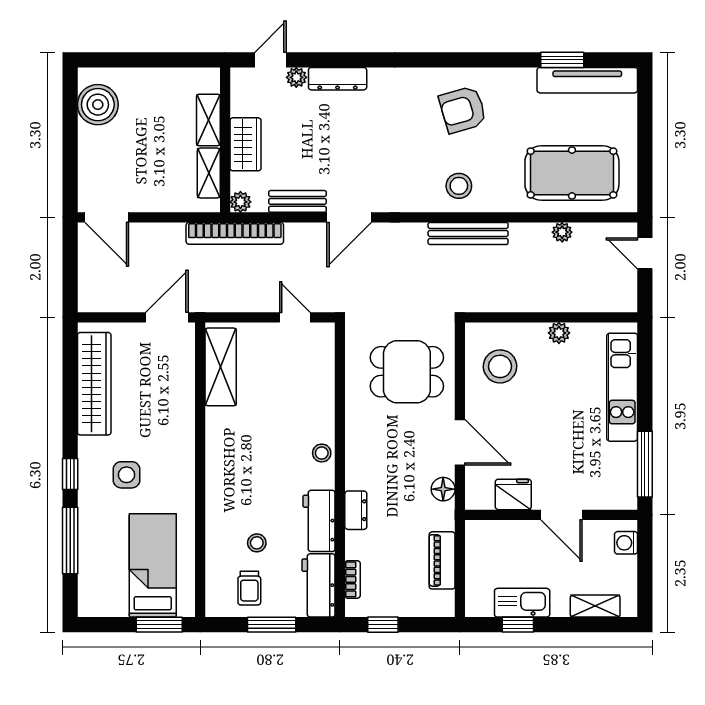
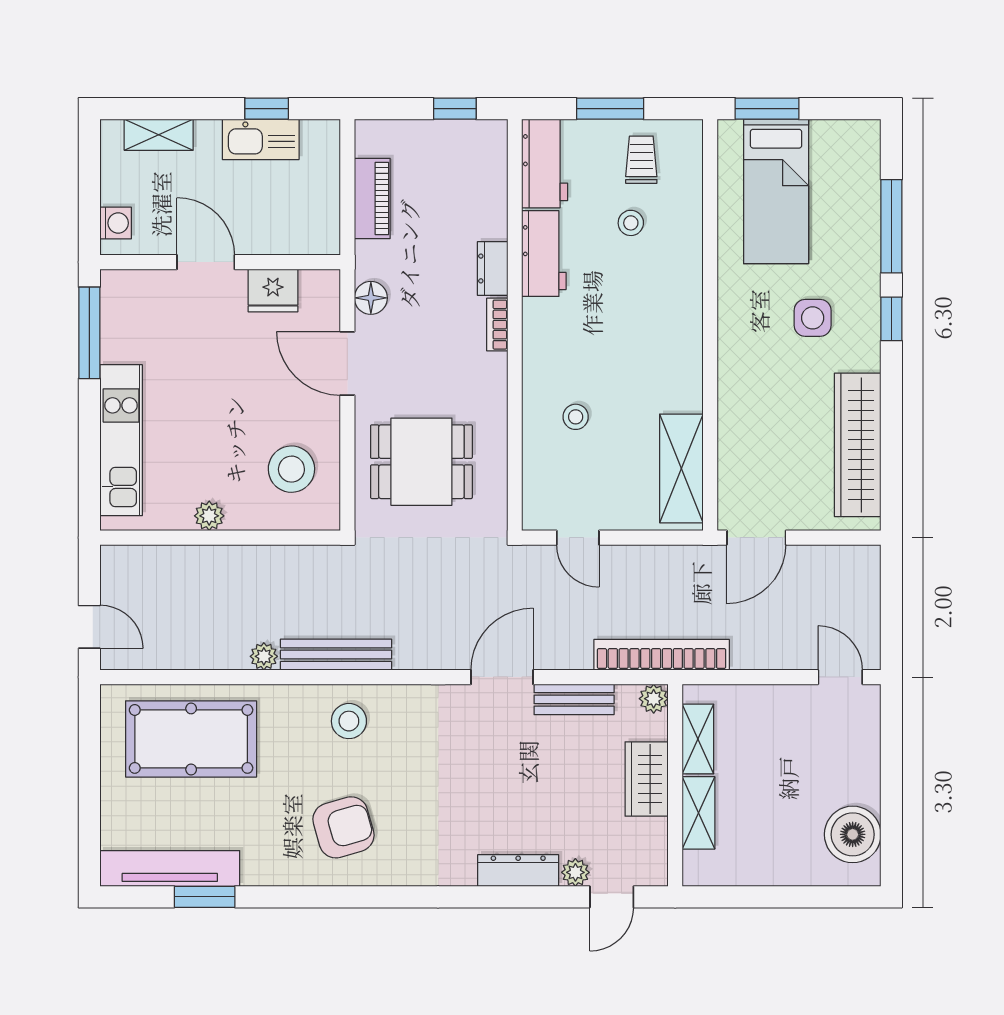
door: (107, 217) -> (840, 677), width x0.73
plant: (562, 232) -> (264, 656), moved
stool: (322, 453) -> (576, 417), moved
bookcase: (353, 579) -> (497, 325), moved

